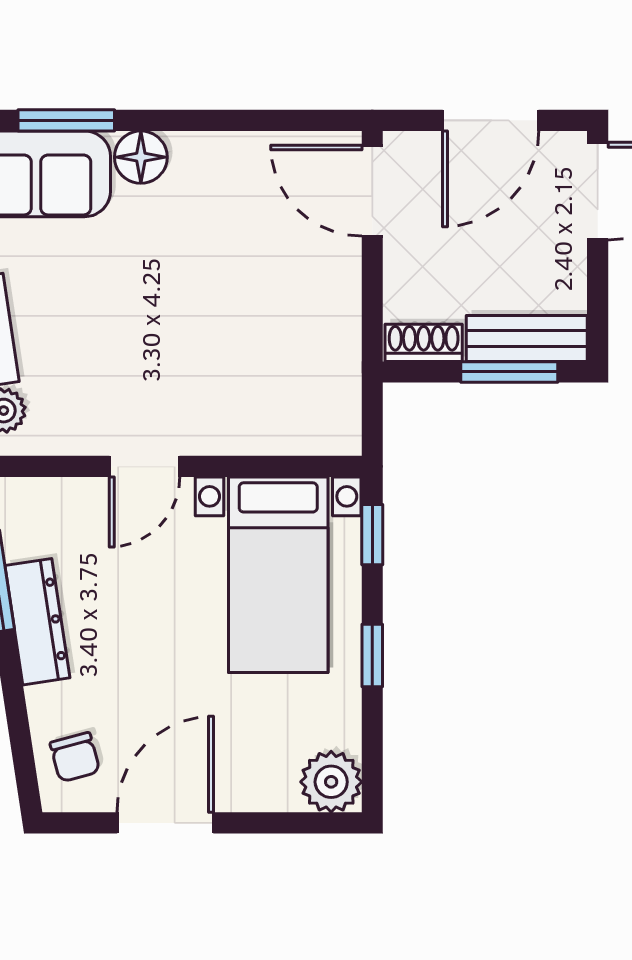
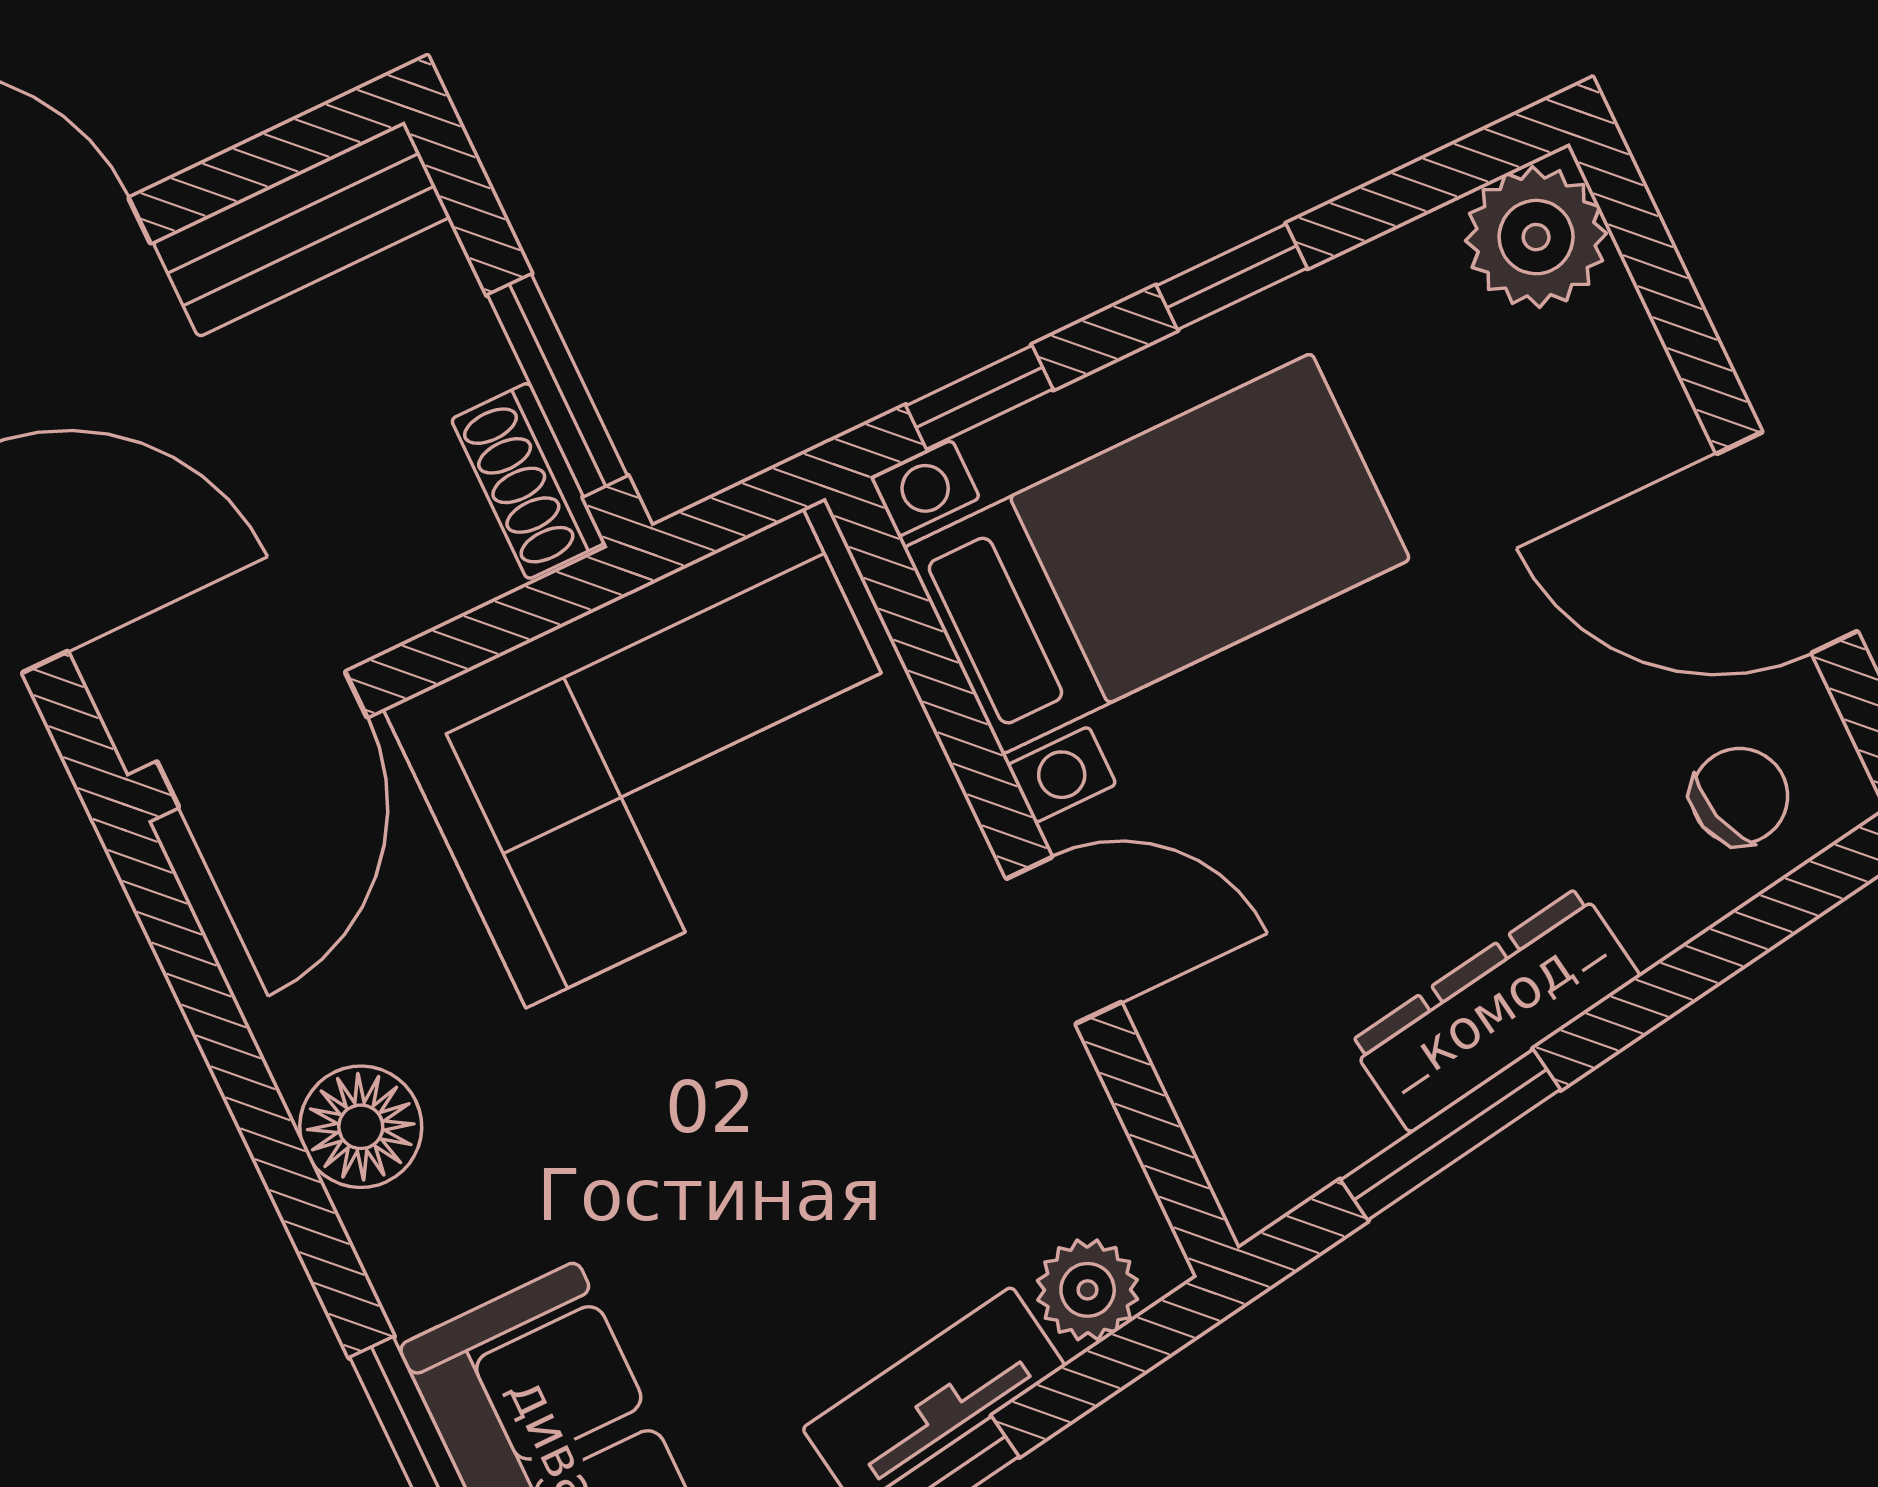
floor lamp: (141, 157) -> (361, 1127), moved
bench: (527, 338) -> (301, 229), moved, turned 90
corner sofa: (290, 344) -> (664, 758), added
window: (509, 372) -> (557, 385), moved

